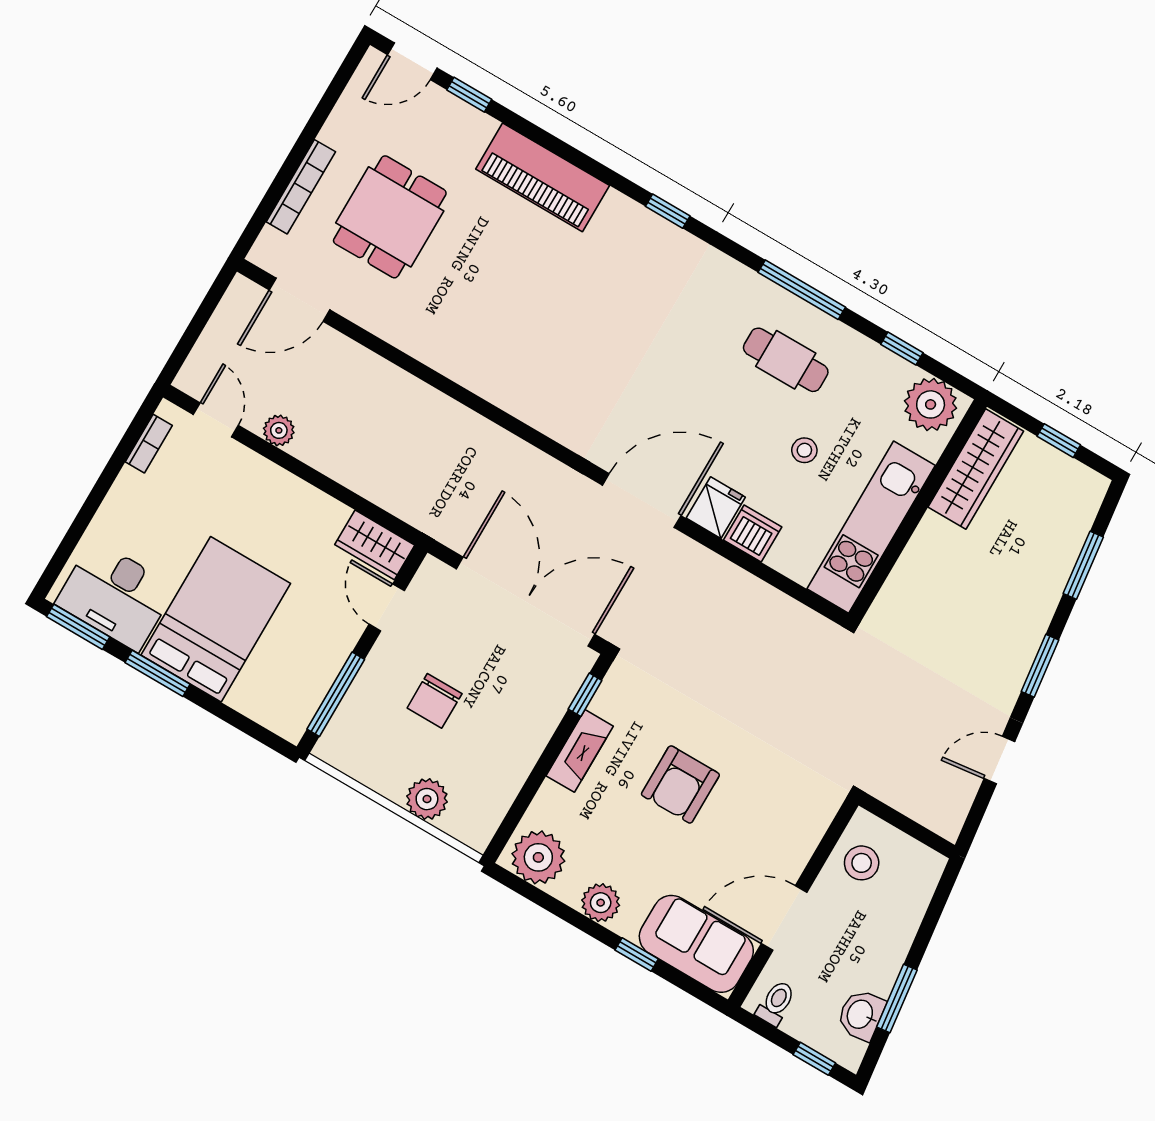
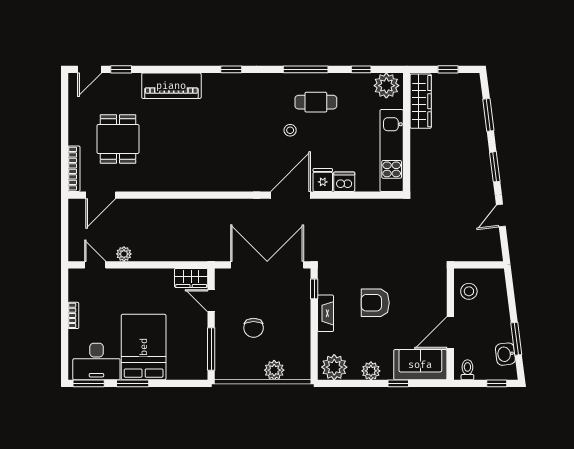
bookcase: (301, 187) -> (74, 169), moved
bookcase: (149, 444) -> (73, 315), moved
stool: (804, 450) -> (290, 130), moved
armchair: (680, 784) -> (375, 303), turned 90

